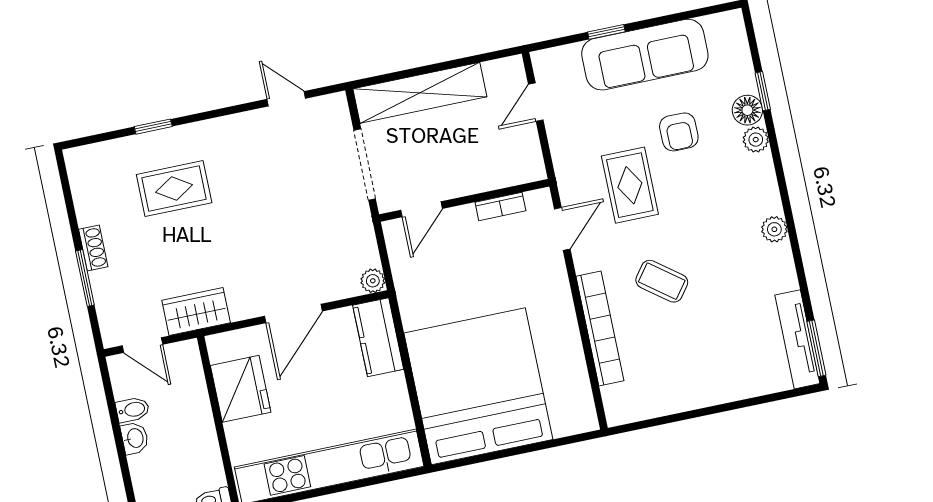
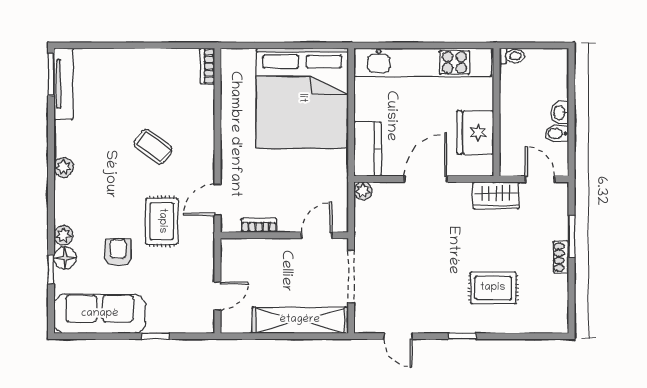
sofa: (645, 55) -> (100, 314), moved
window: (153, 127) -> (462, 336), moved
bookcase: (600, 329) -> (207, 66), moved, width x0.43, depth x0.76

